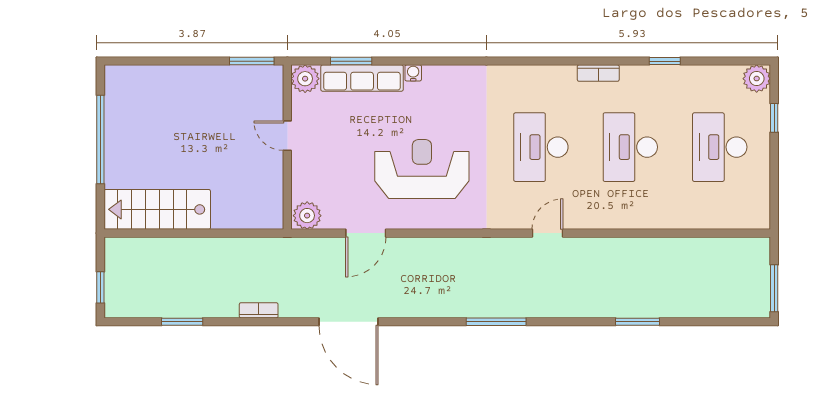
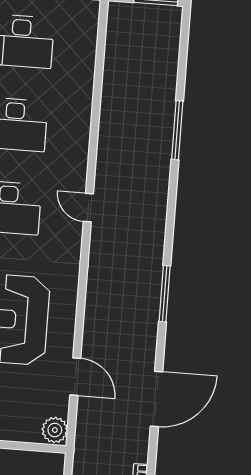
window: (496, 322) -> (165, 294), moved
window: (637, 322) -> (177, 130), width x1.44

